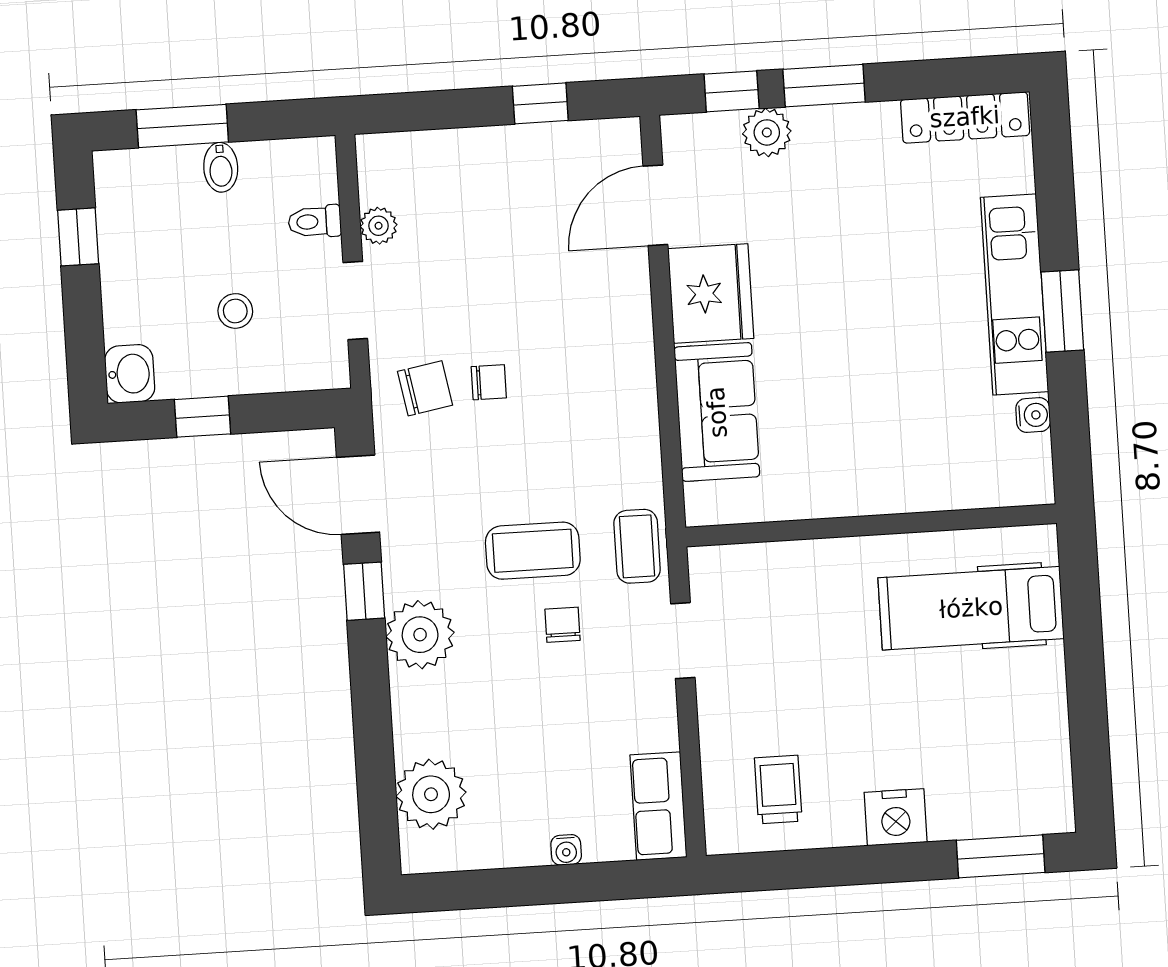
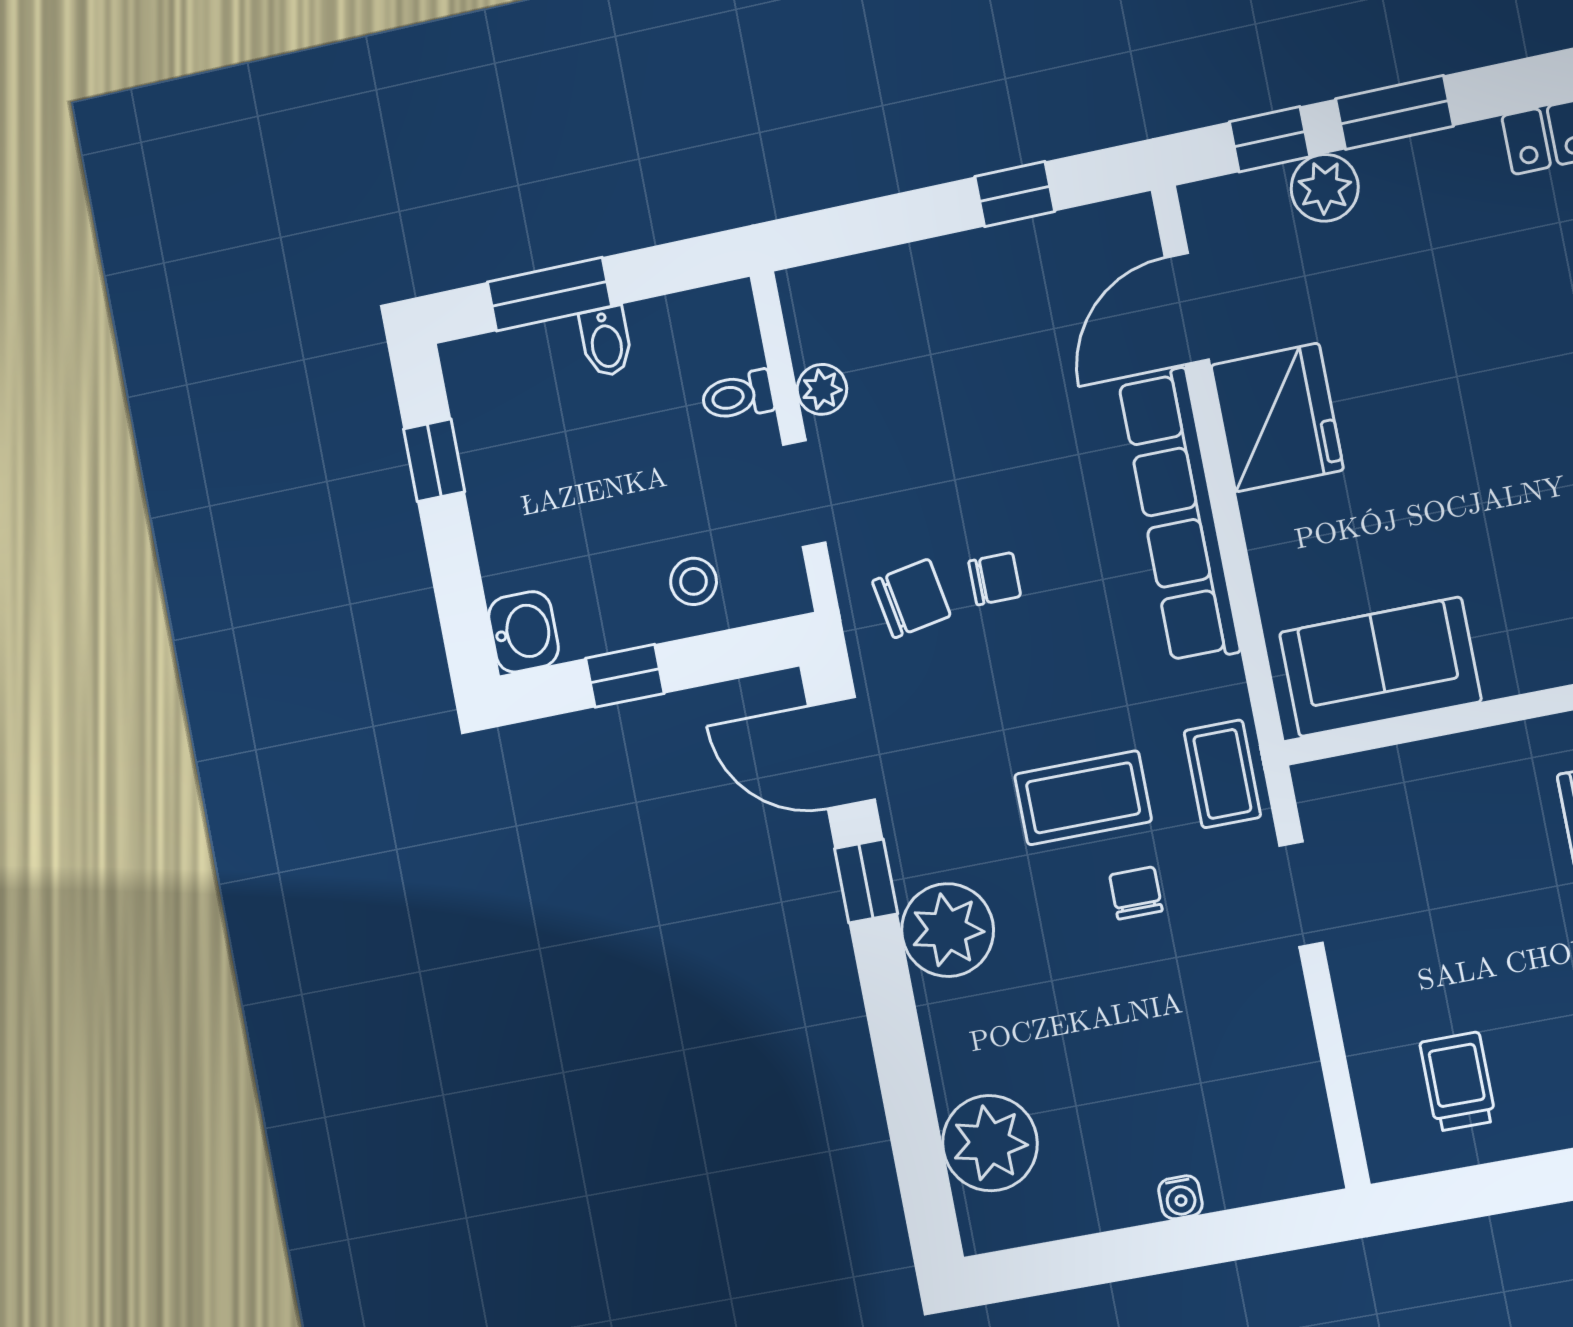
stool: (235, 311) -> (694, 581), moved
sofa: (717, 412) -> (1380, 667), moved, turned -90
row of seats: (658, 806) -> (1179, 516), moved, width x2.02

